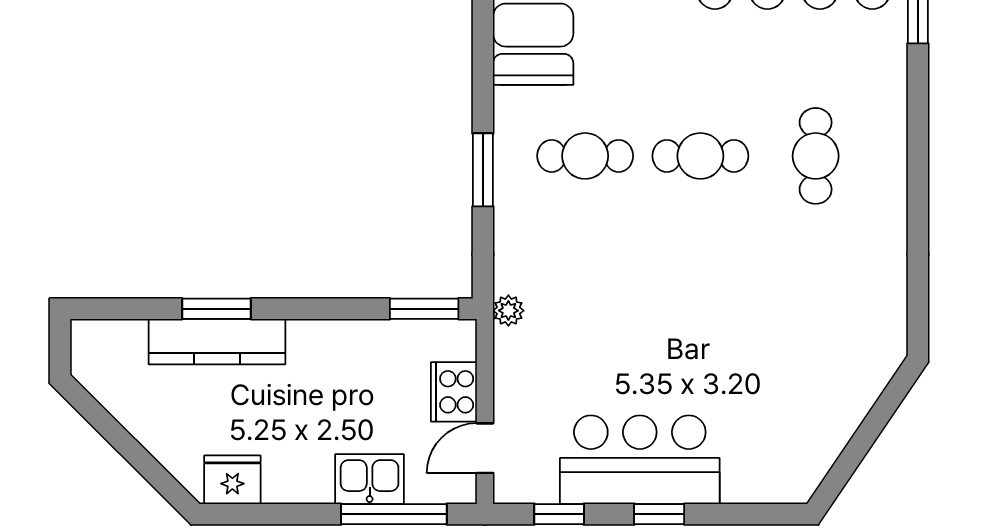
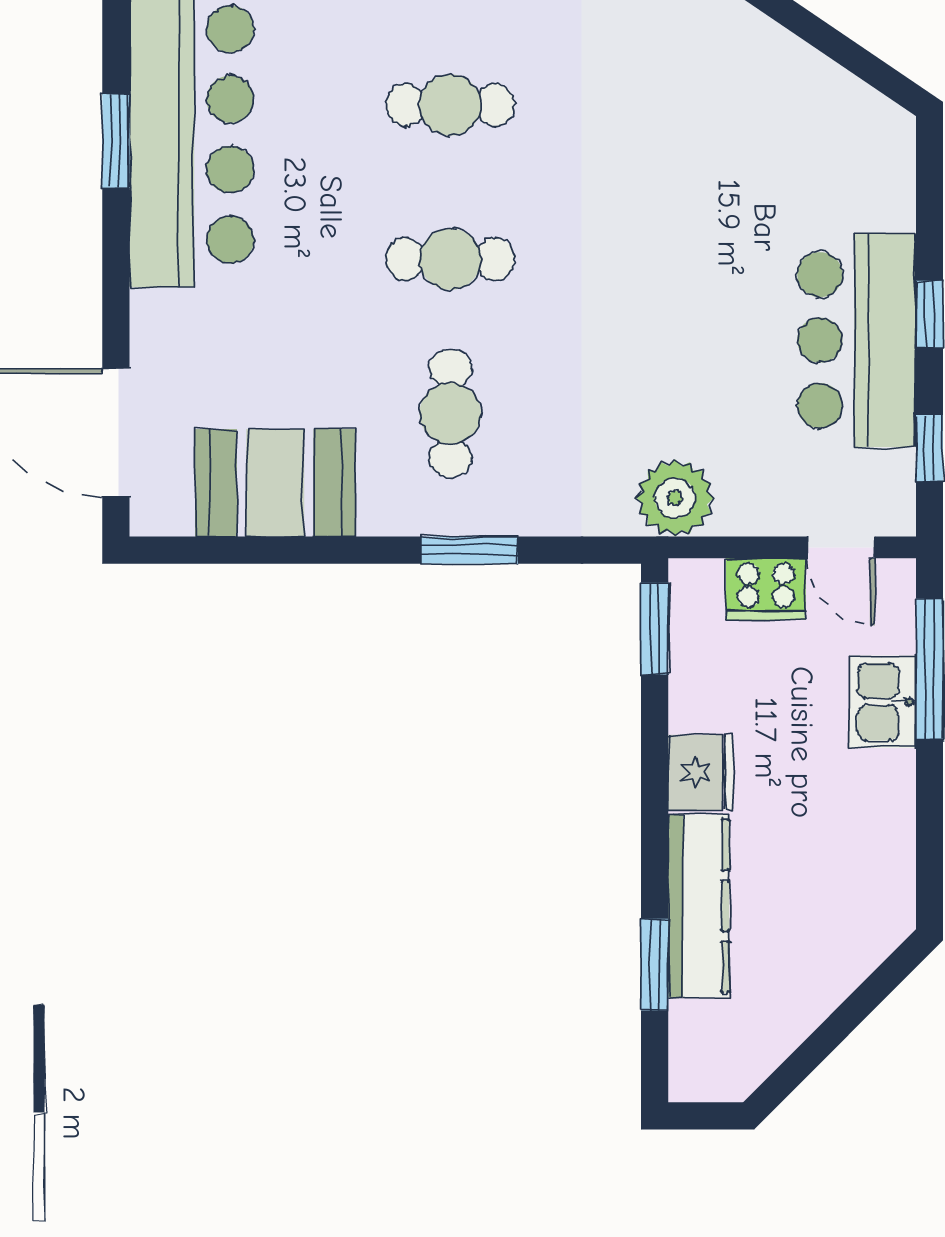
cafe table: (700, 156) -> (450, 259), turned 90
window: (217, 309) -> (655, 965), moved
plant: (508, 311) -> (675, 498), width x1.88, depth x1.88
fridge: (232, 480) -> (701, 772), moved, turned 180

